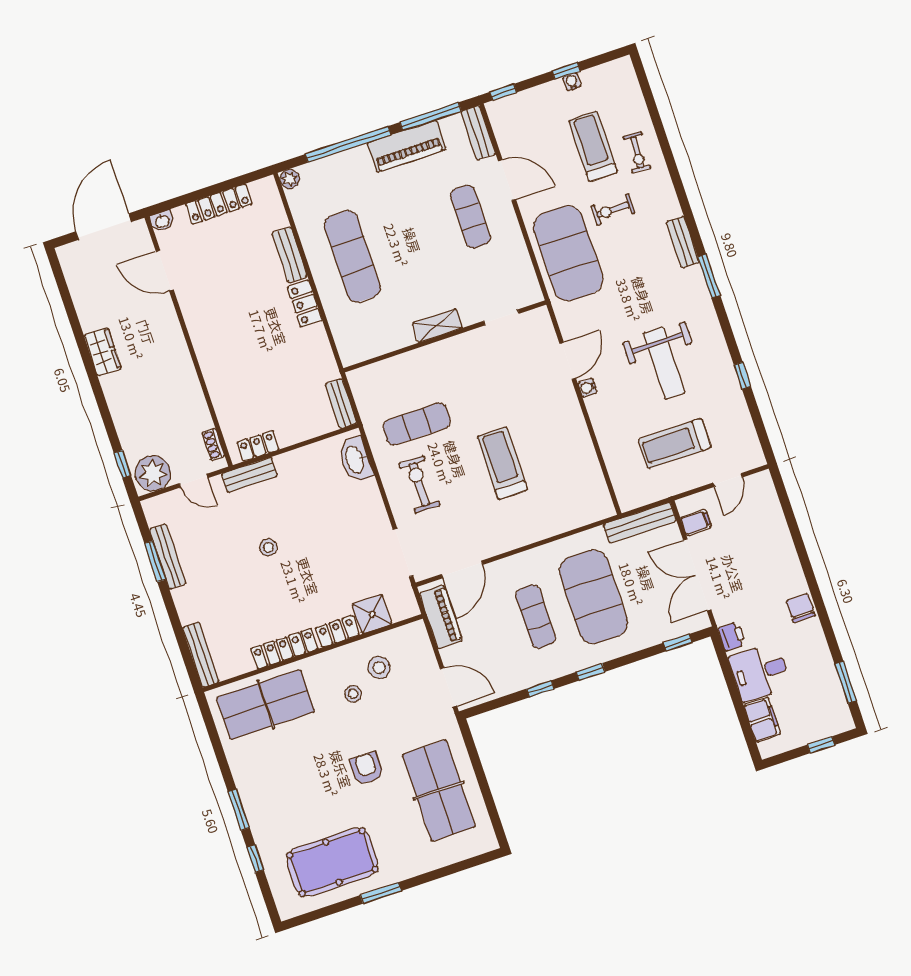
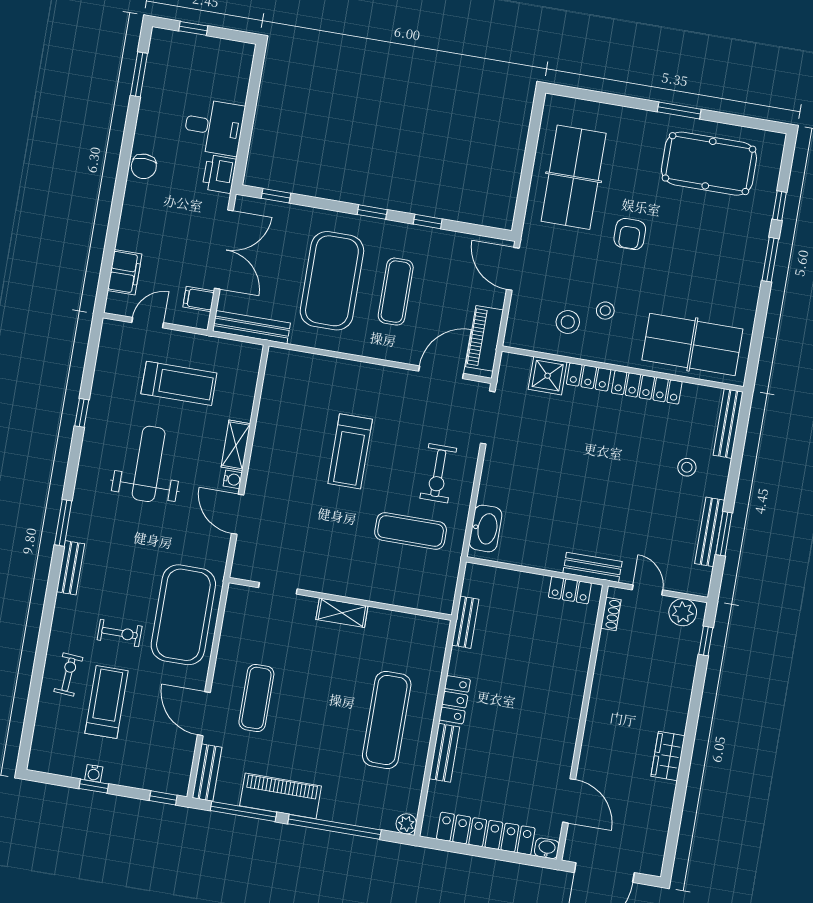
treadmill: (593, 147) -> (107, 702), turned 180
locker: (219, 204) -> (486, 834), width x1.41, depth x1.21
door: (568, 361) -> (238, 514), hinge flipped
bench: (341, 404) -> (465, 622), moved
shelving: (600, 417) -> (236, 445), added
plant: (153, 473) -> (683, 612), width x0.73, depth x0.73
stool: (268, 547) -> (687, 467), moved
printer: (732, 636) -> (219, 174), width x1.36, depth x1.24
filing cabinet: (762, 720) -> (125, 272), moved, turned 180

